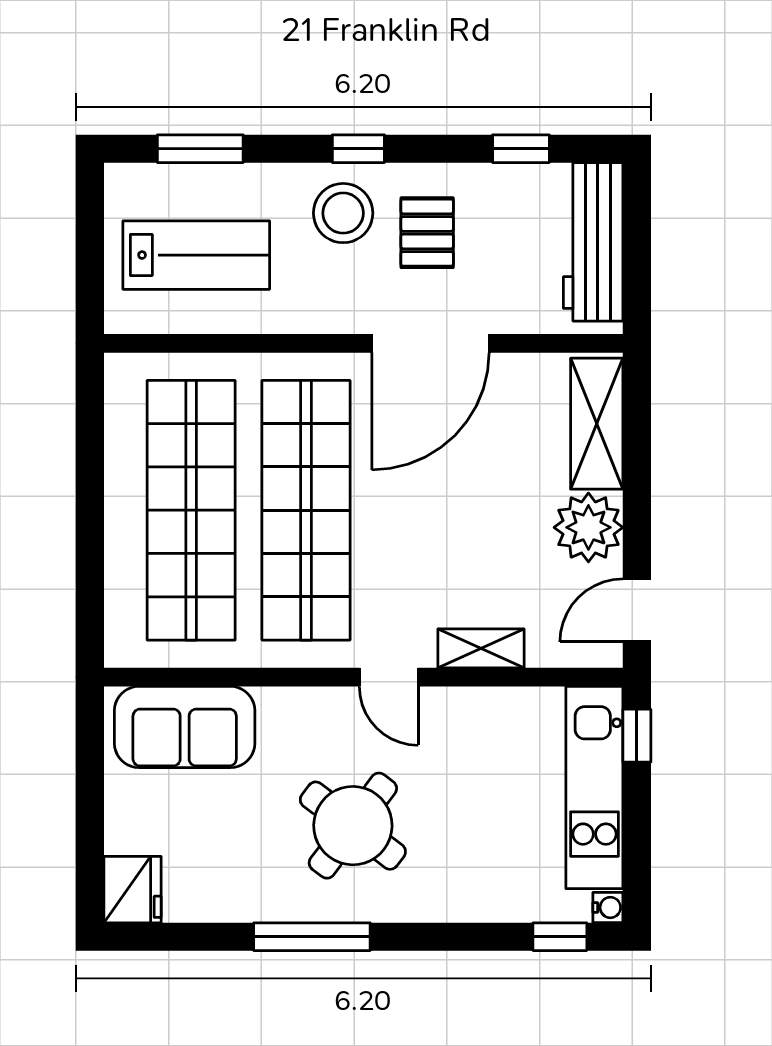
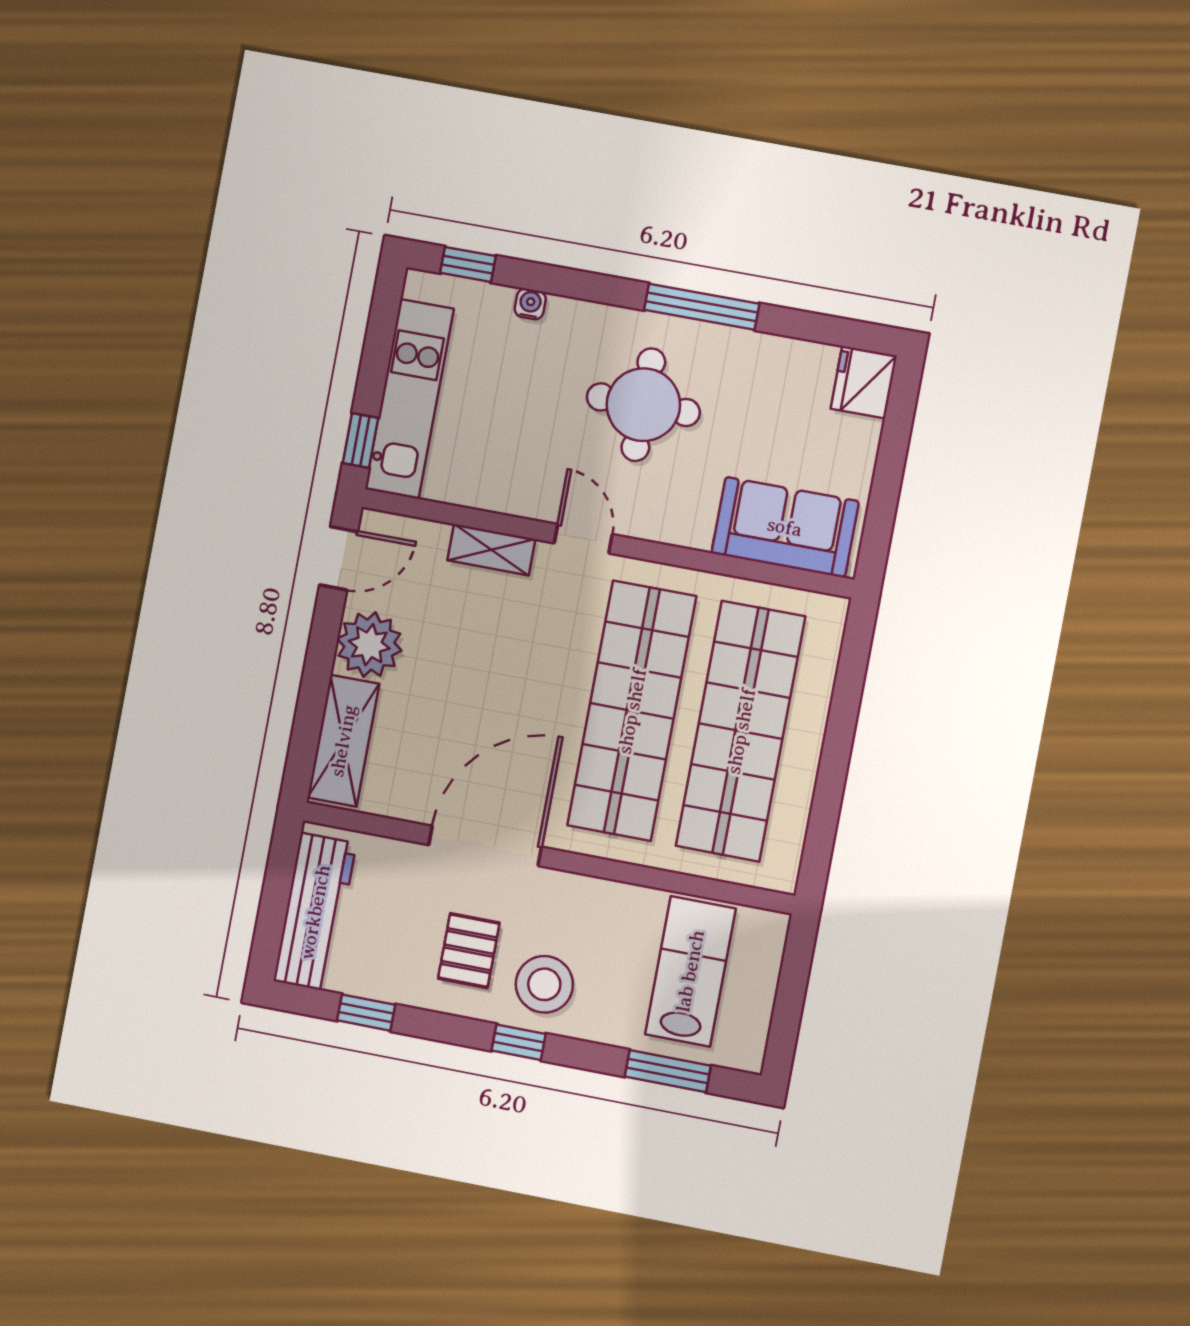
lab bench: (196, 255) -> (690, 971), turned 90
round table: (353, 826) -> (643, 405), turned -37
water cooler: (608, 907) -> (530, 304), moved, turned 90

